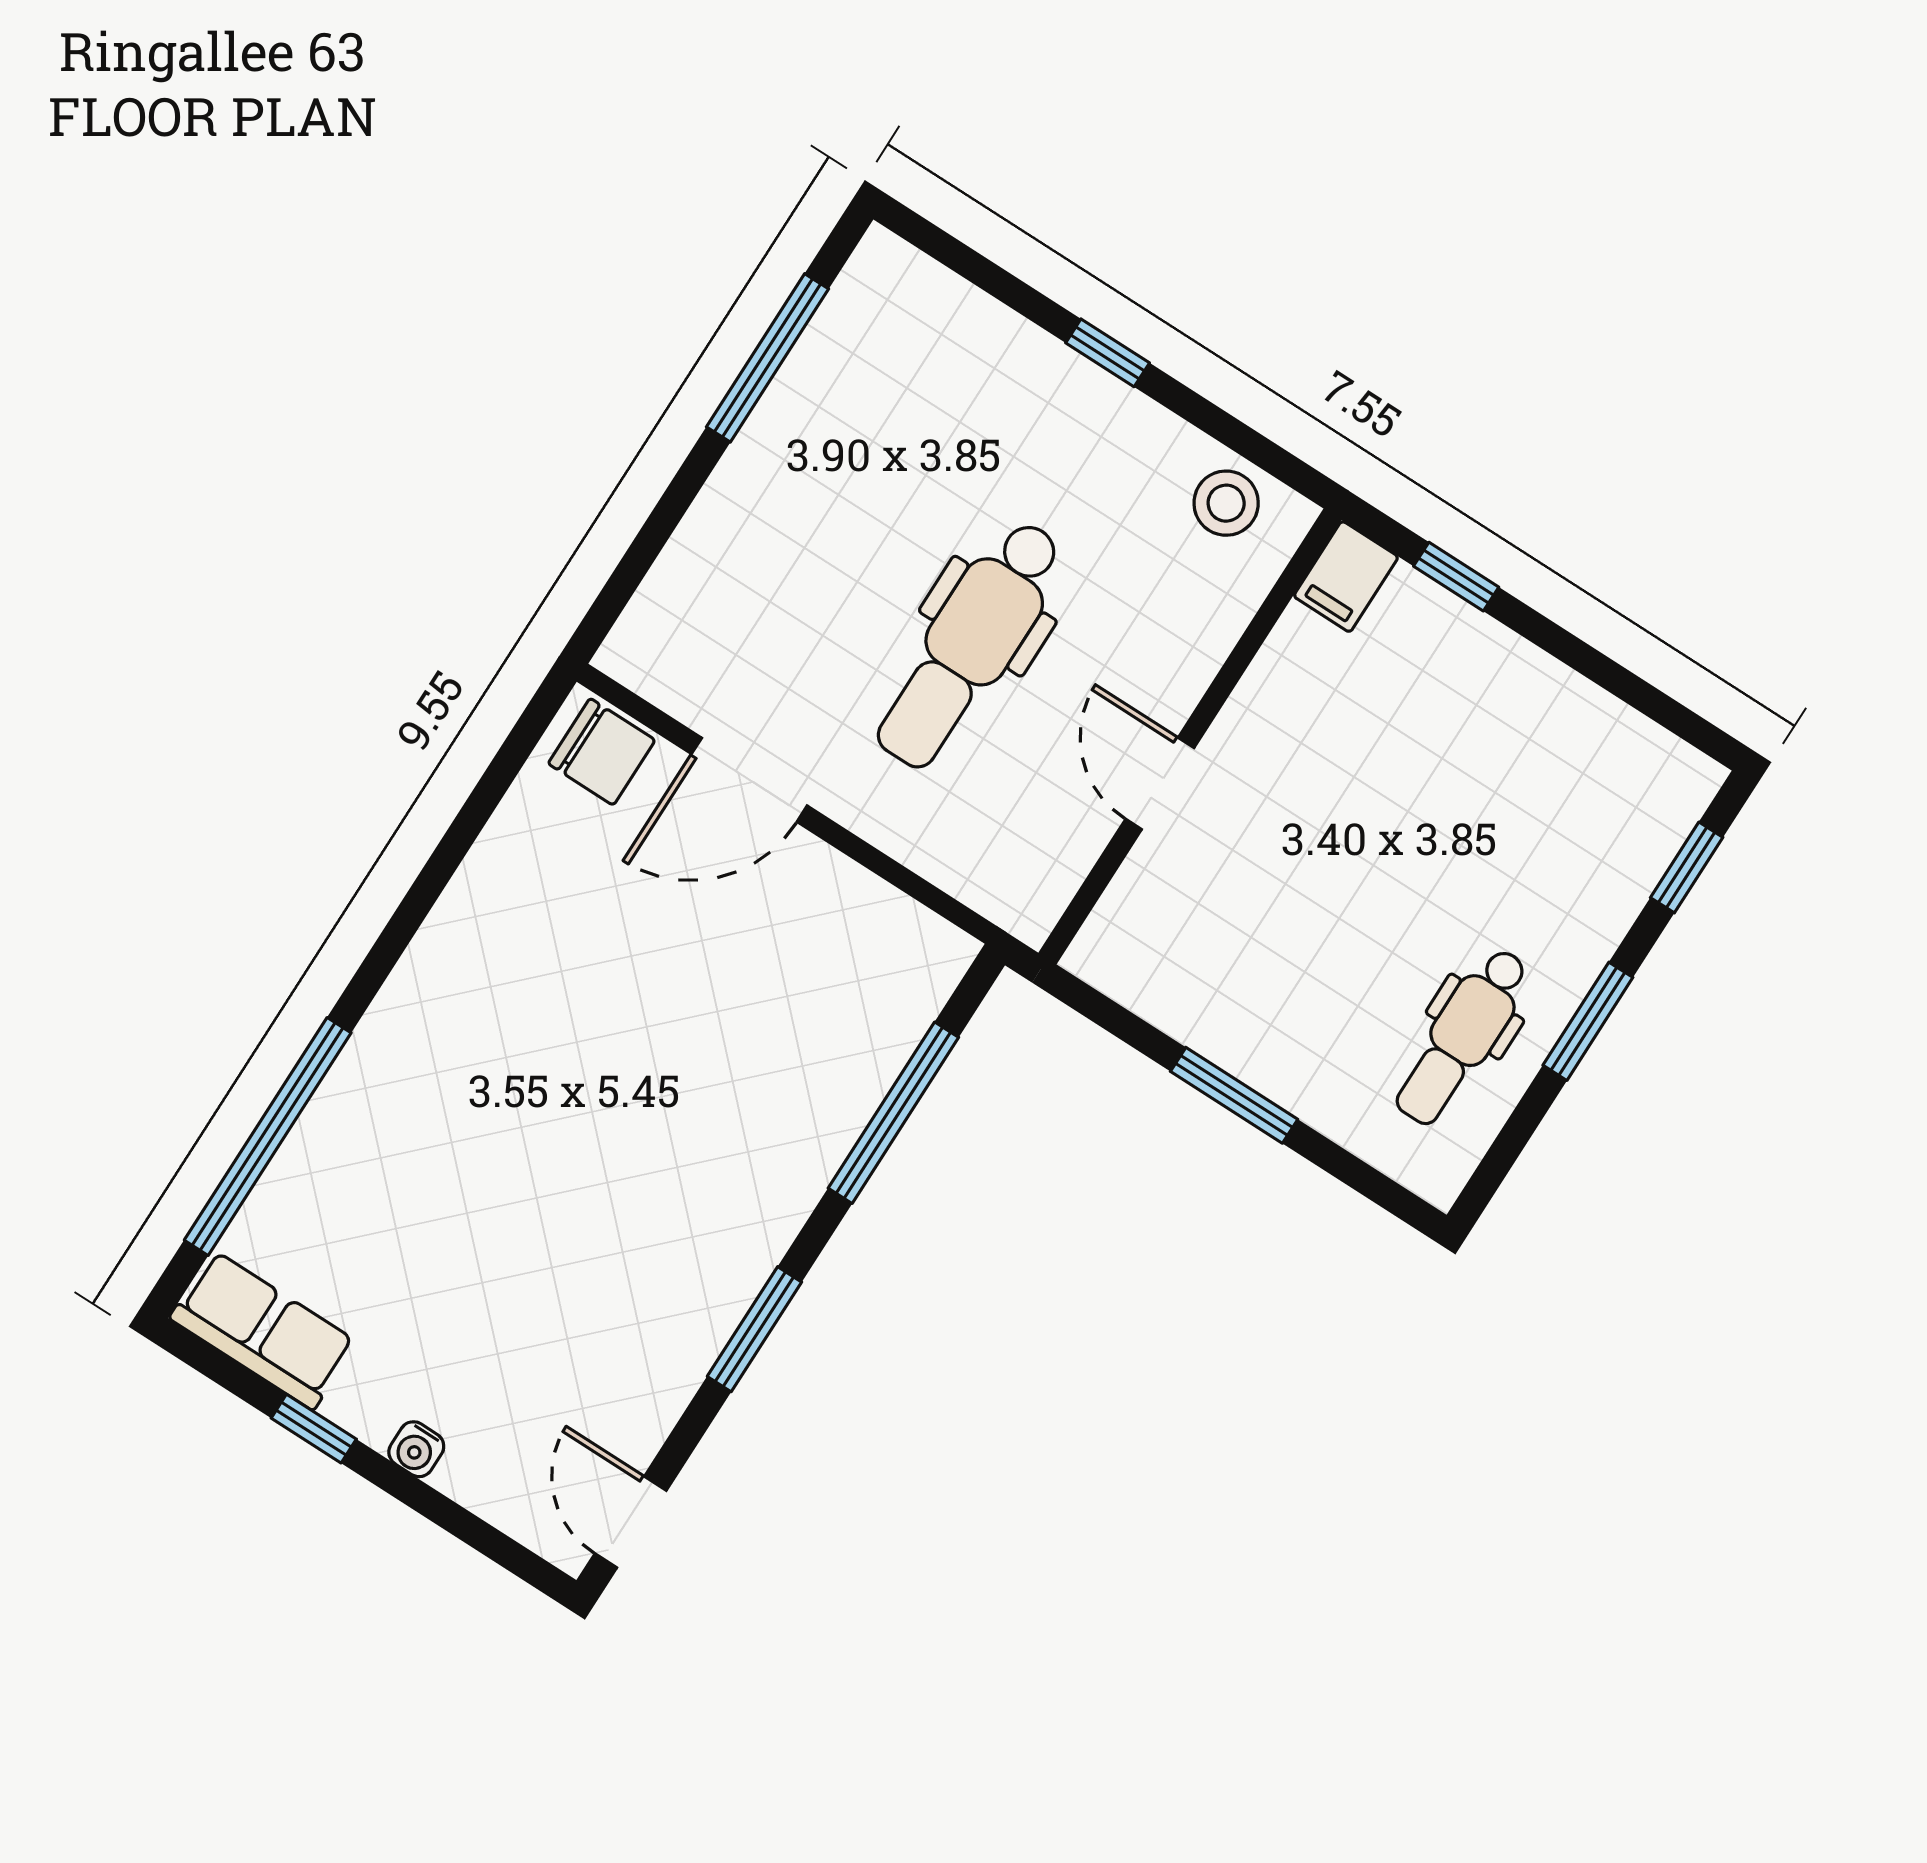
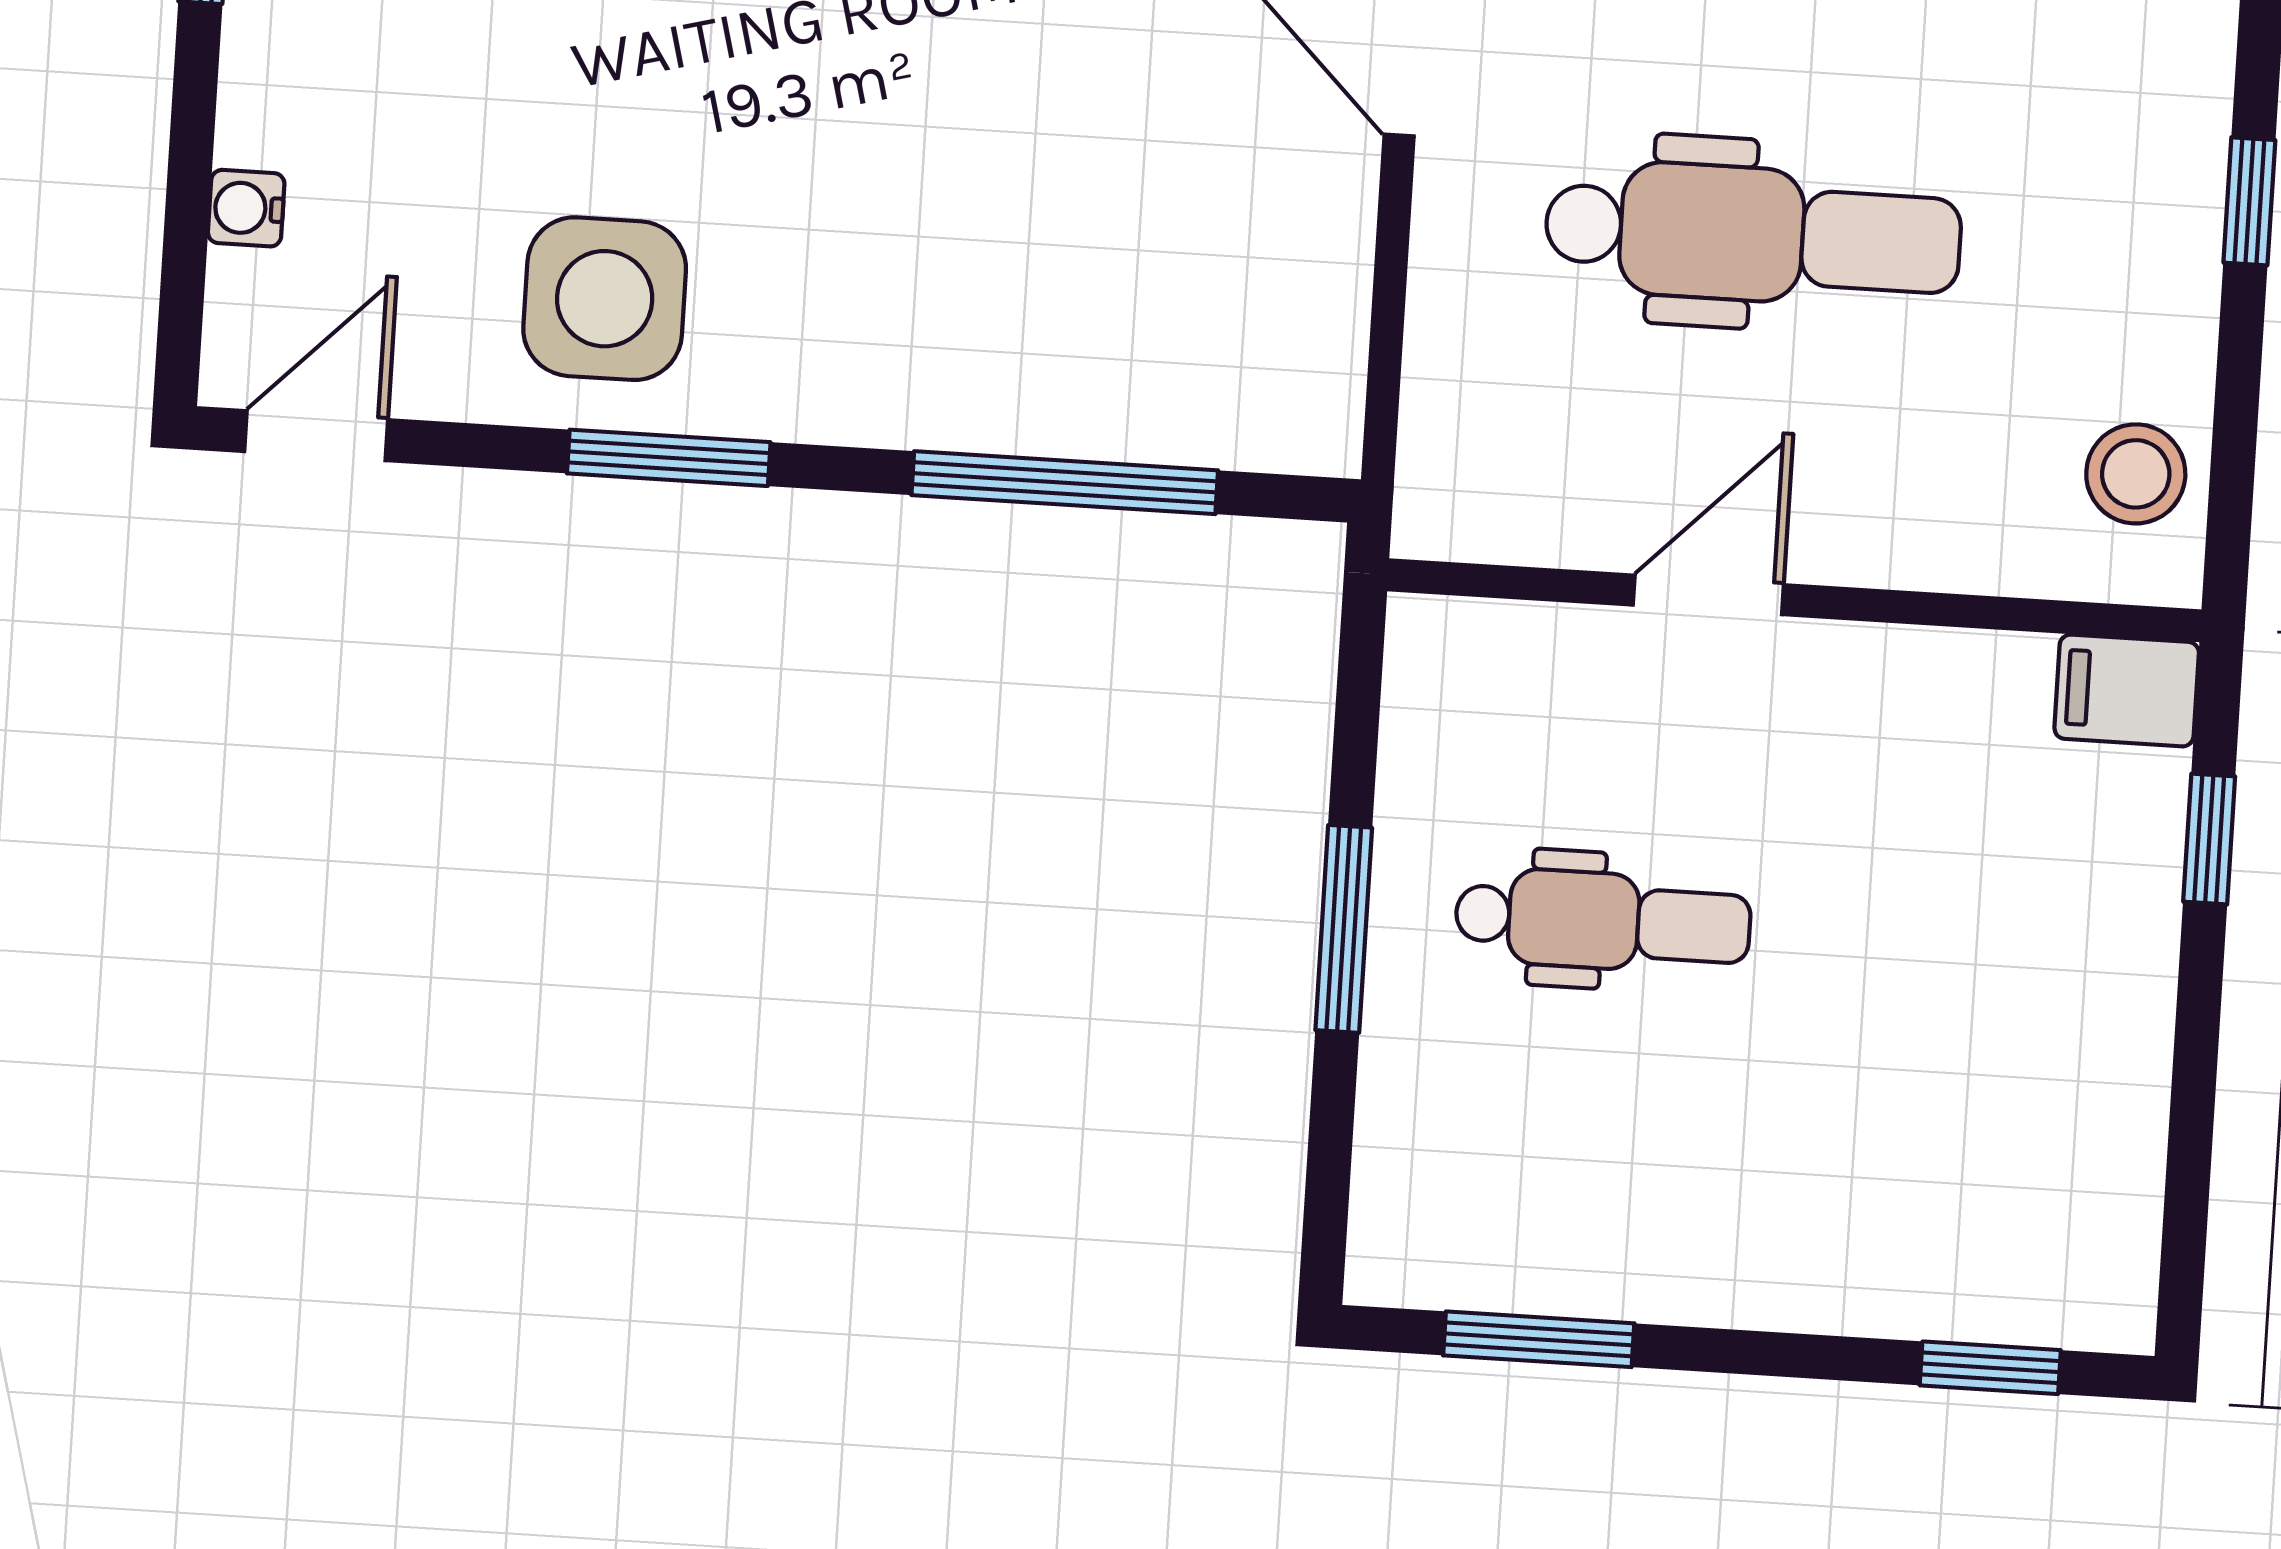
dental chair: (970, 644) -> (1753, 234), turned 180
window: (1588, 1021) -> (1539, 1339), moved
dental chair: (1462, 1037) -> (1603, 921), moved, turned 180
side table: (644, 1315) -> (605, 299), added
water cooler: (416, 1449) -> (246, 208), moved

